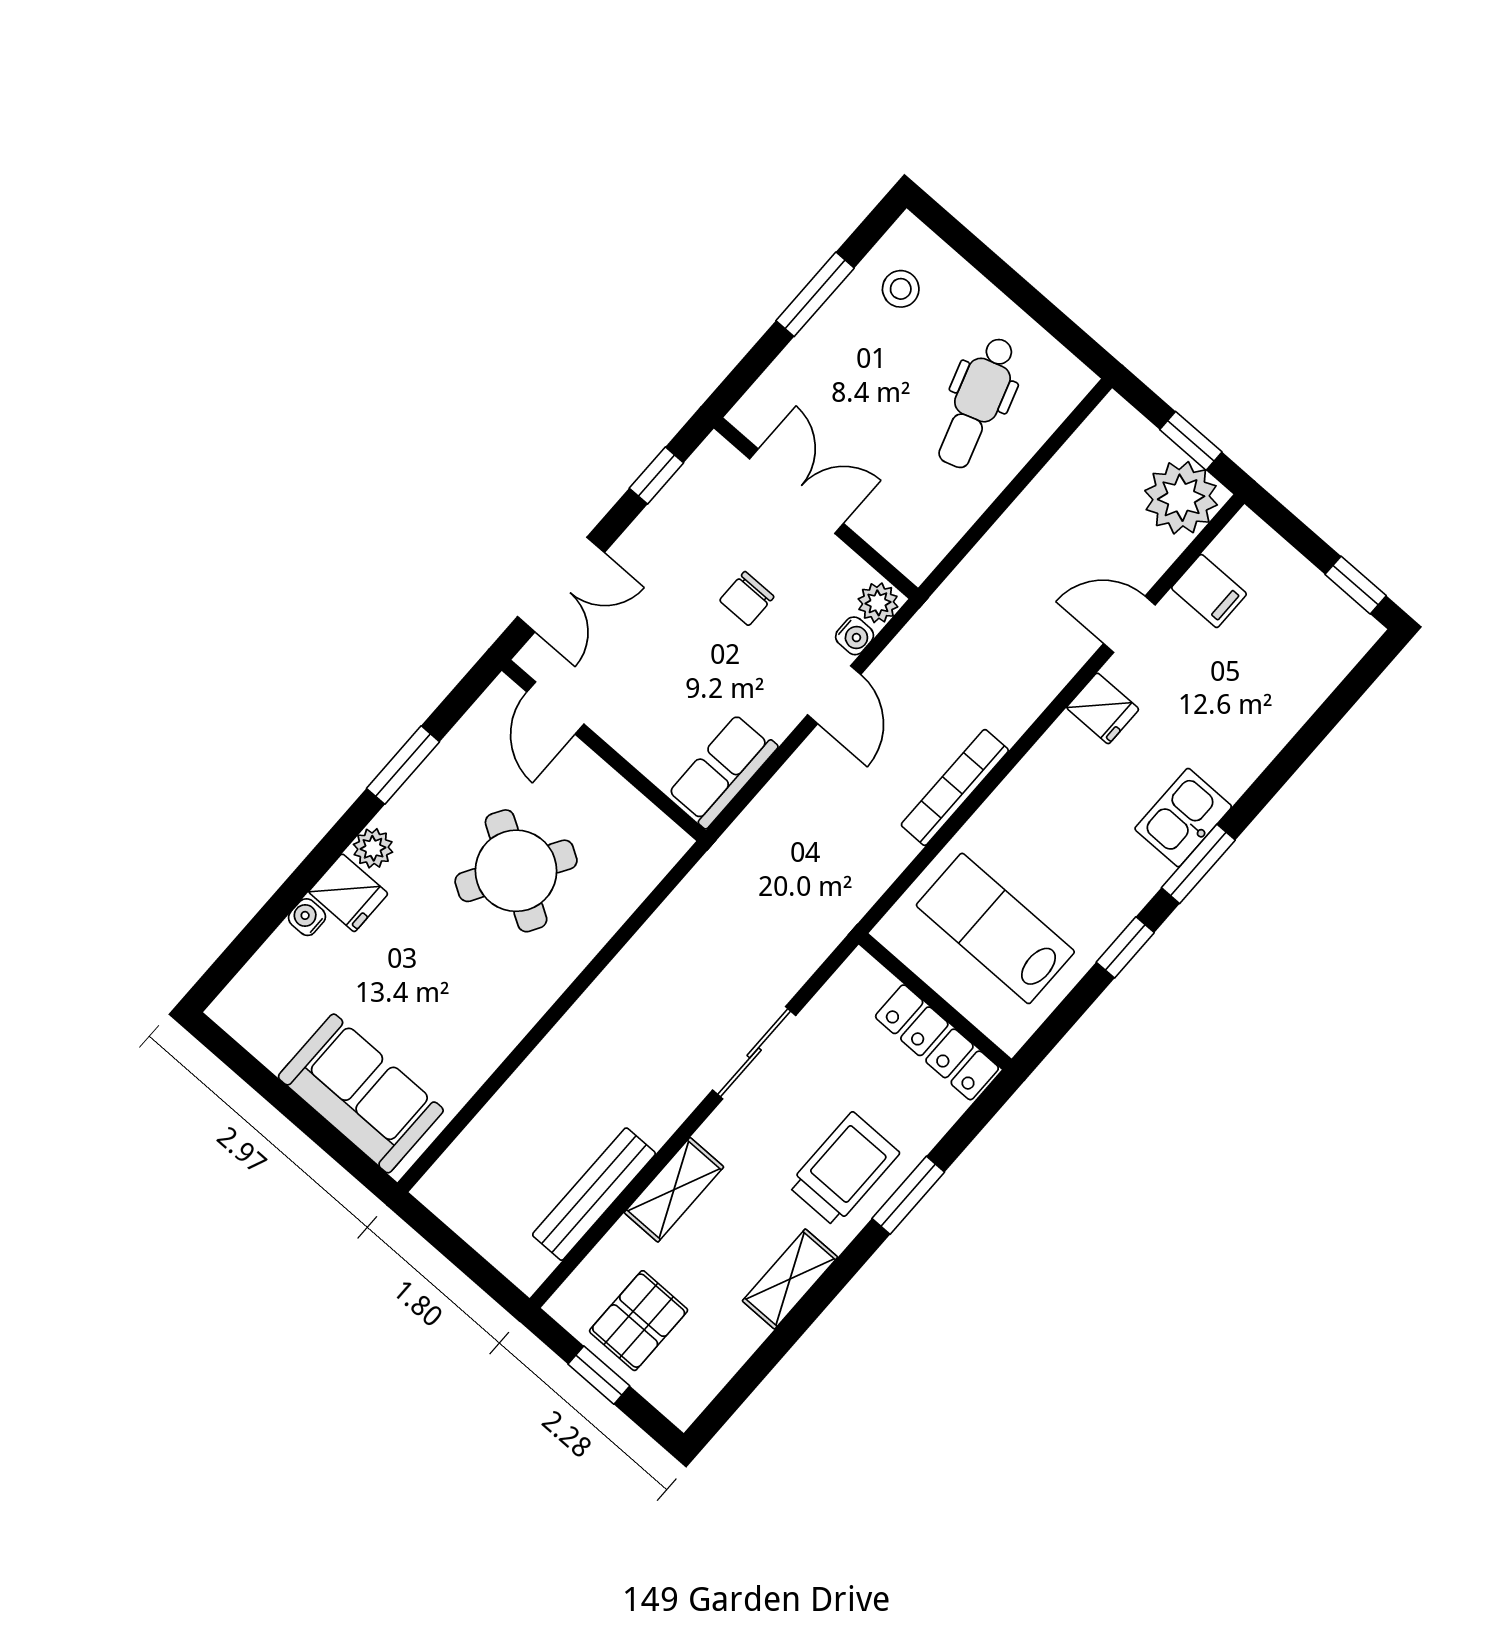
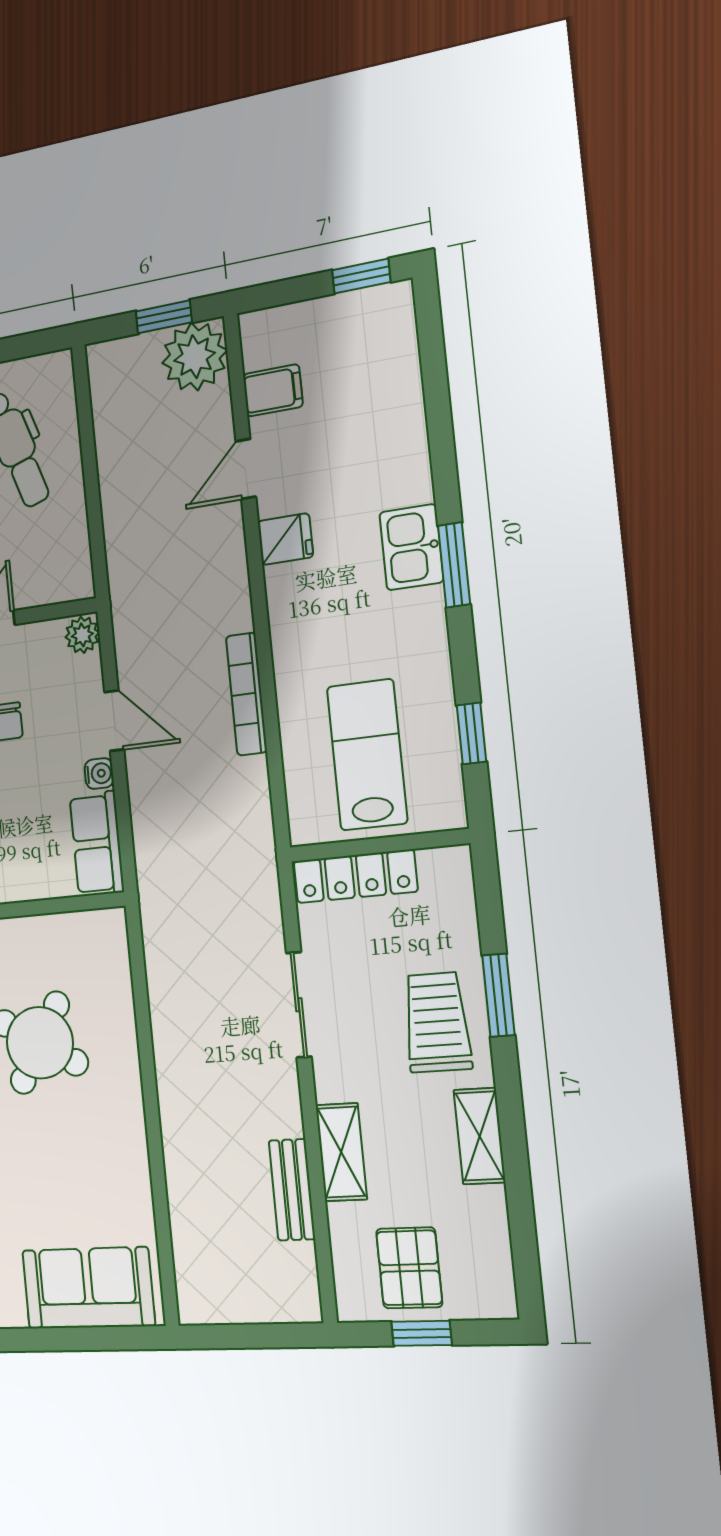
water cooler: (855, 636) -> (99, 774), moved
lab bench: (995, 928) -> (367, 755), turned 90
window: (1125, 947) -> (471, 733), moved
locker: (937, 1042) -> (355, 876), moved
bench: (594, 1194) -> (292, 1190), width x0.73

